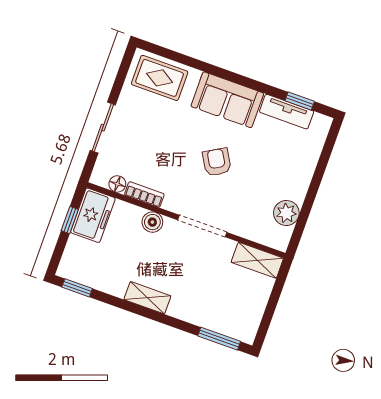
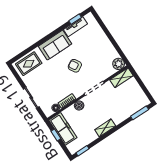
plant: (286, 213) -> (119, 64), moved
freezer: (93, 215) -> (63, 129), width x1.40

